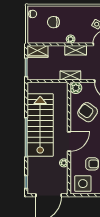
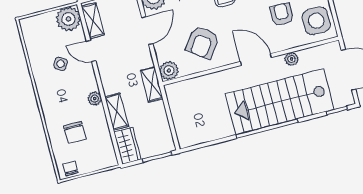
shelving: (76, 50) -> (117, 112), moved
stairs: (40, 125) -> (280, 102), moved

